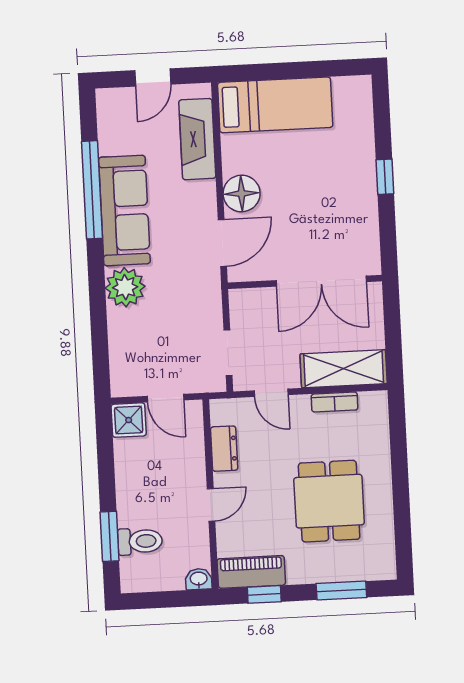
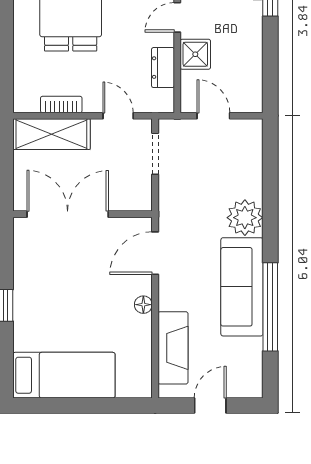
bed: (275, 105) -> (64, 375), moved, turned 180
floor lamp: (242, 193) -> (143, 305), width x0.53, depth x0.53
shower: (129, 420) -> (195, 54), moved

